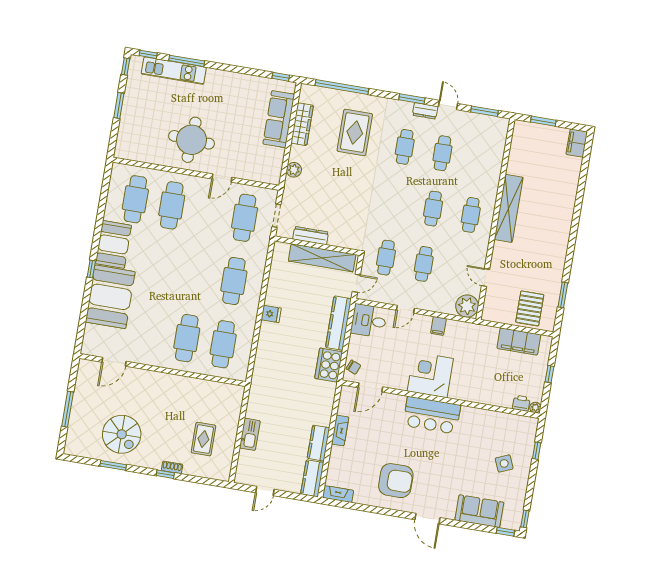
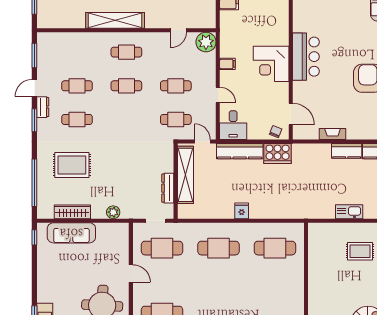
cafe table: (187, 338) -> (275, 281), removed

